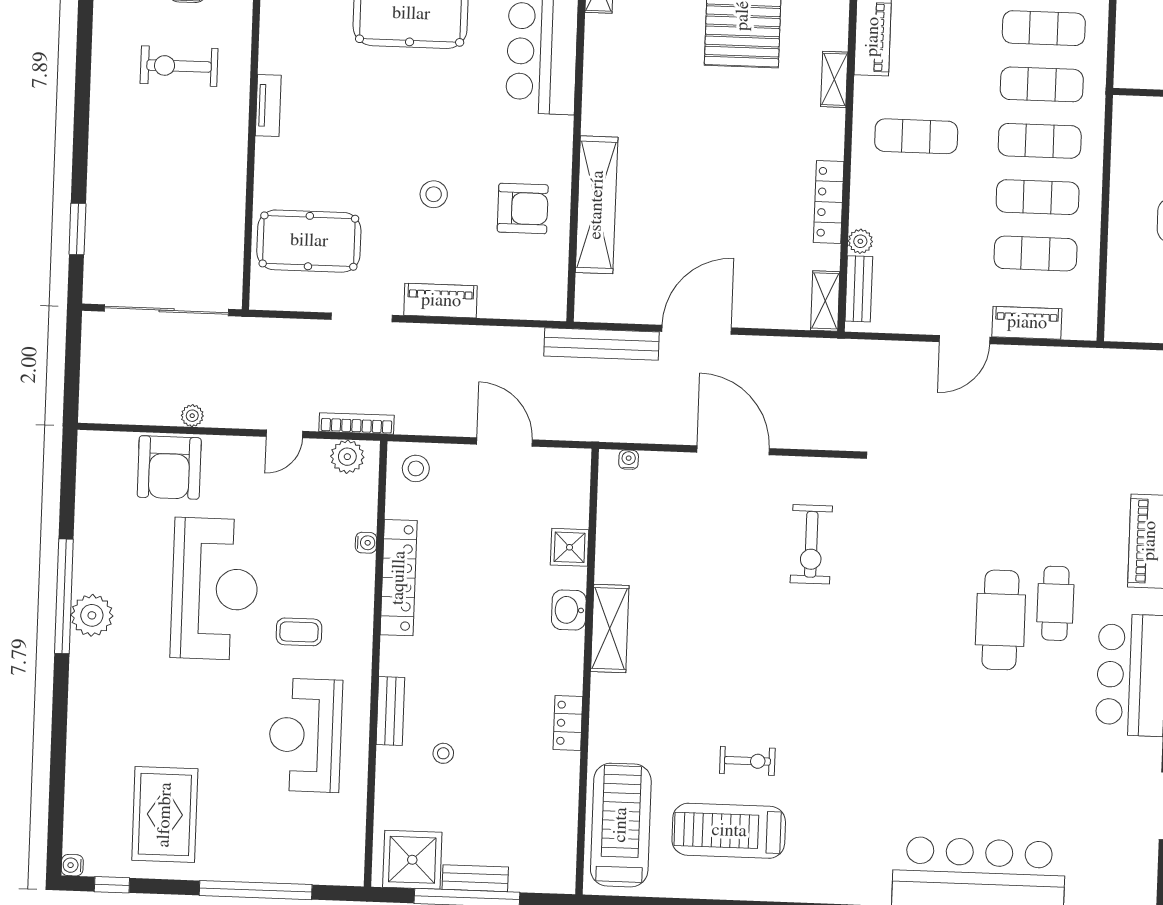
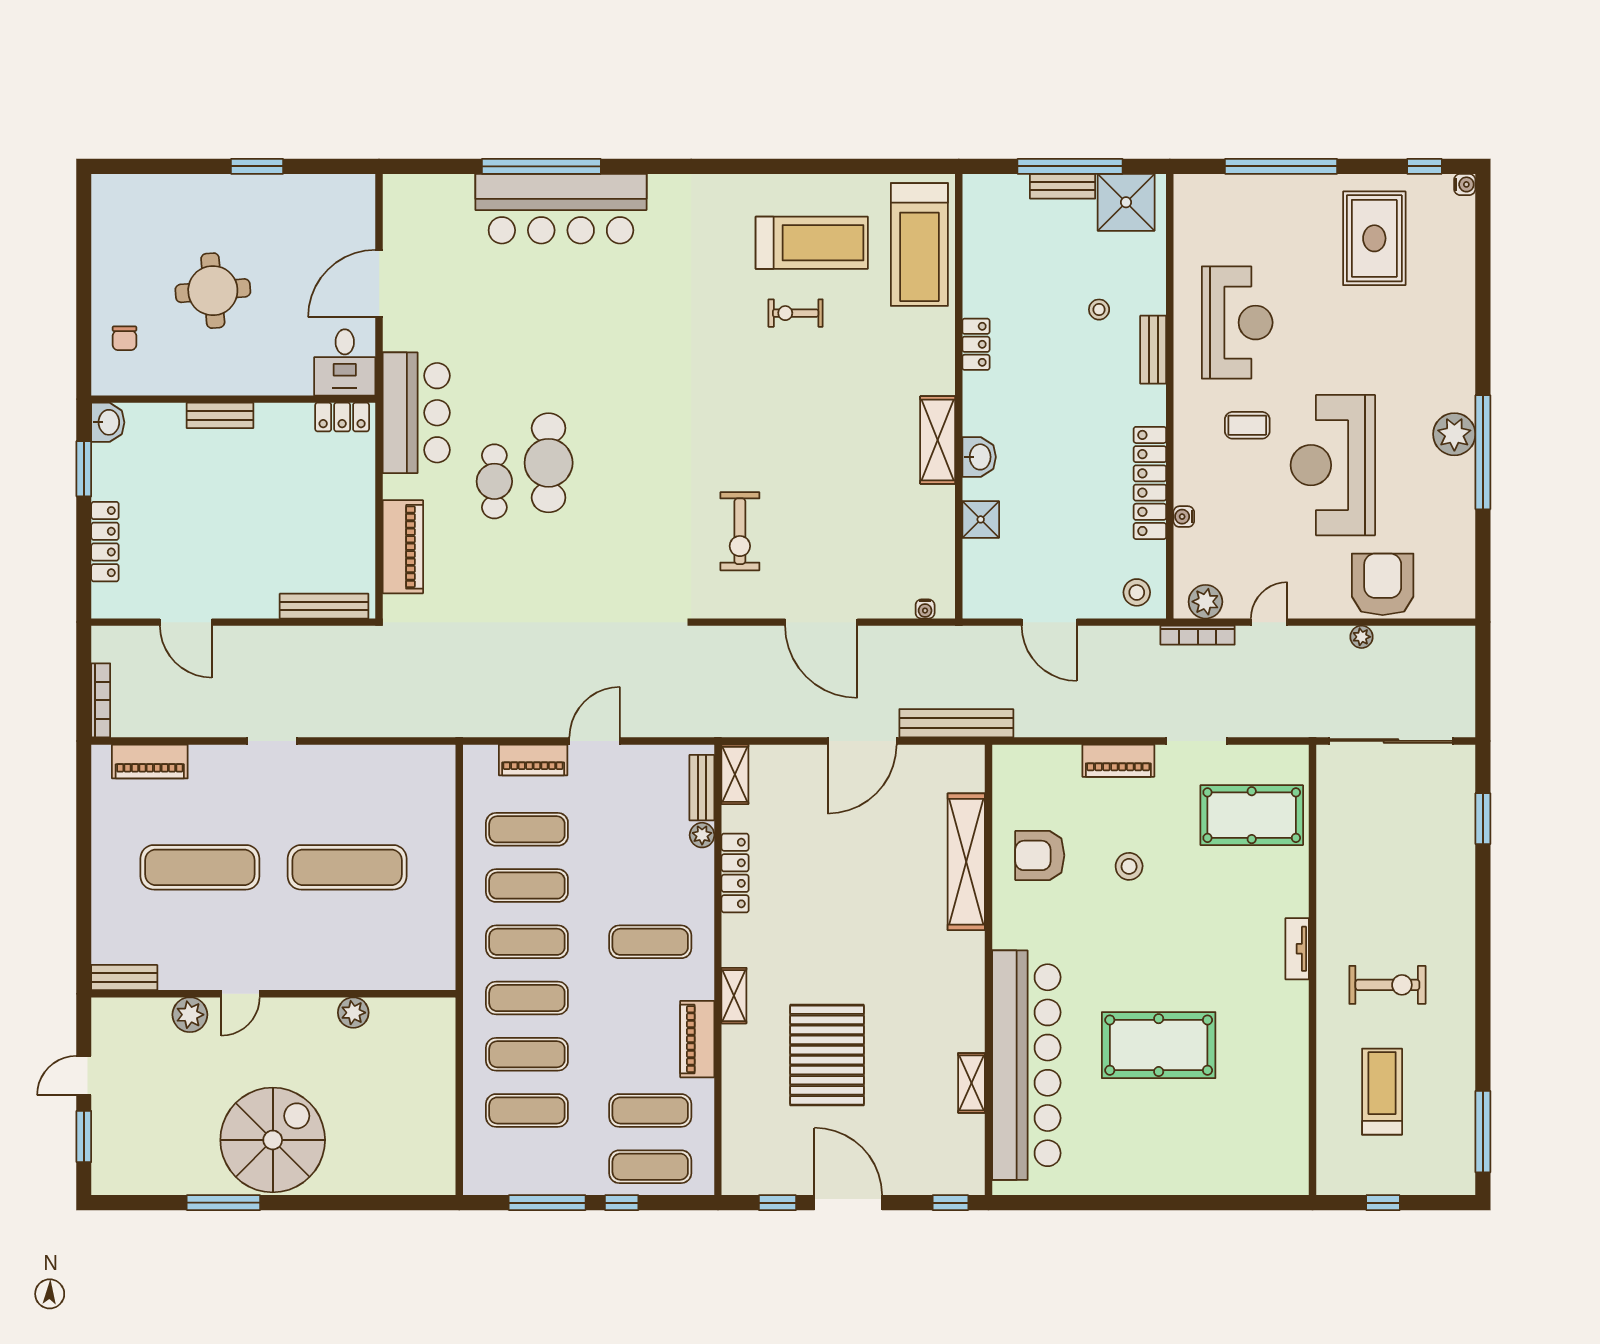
exercise bike: (811, 544) -> (740, 531), turned 180

